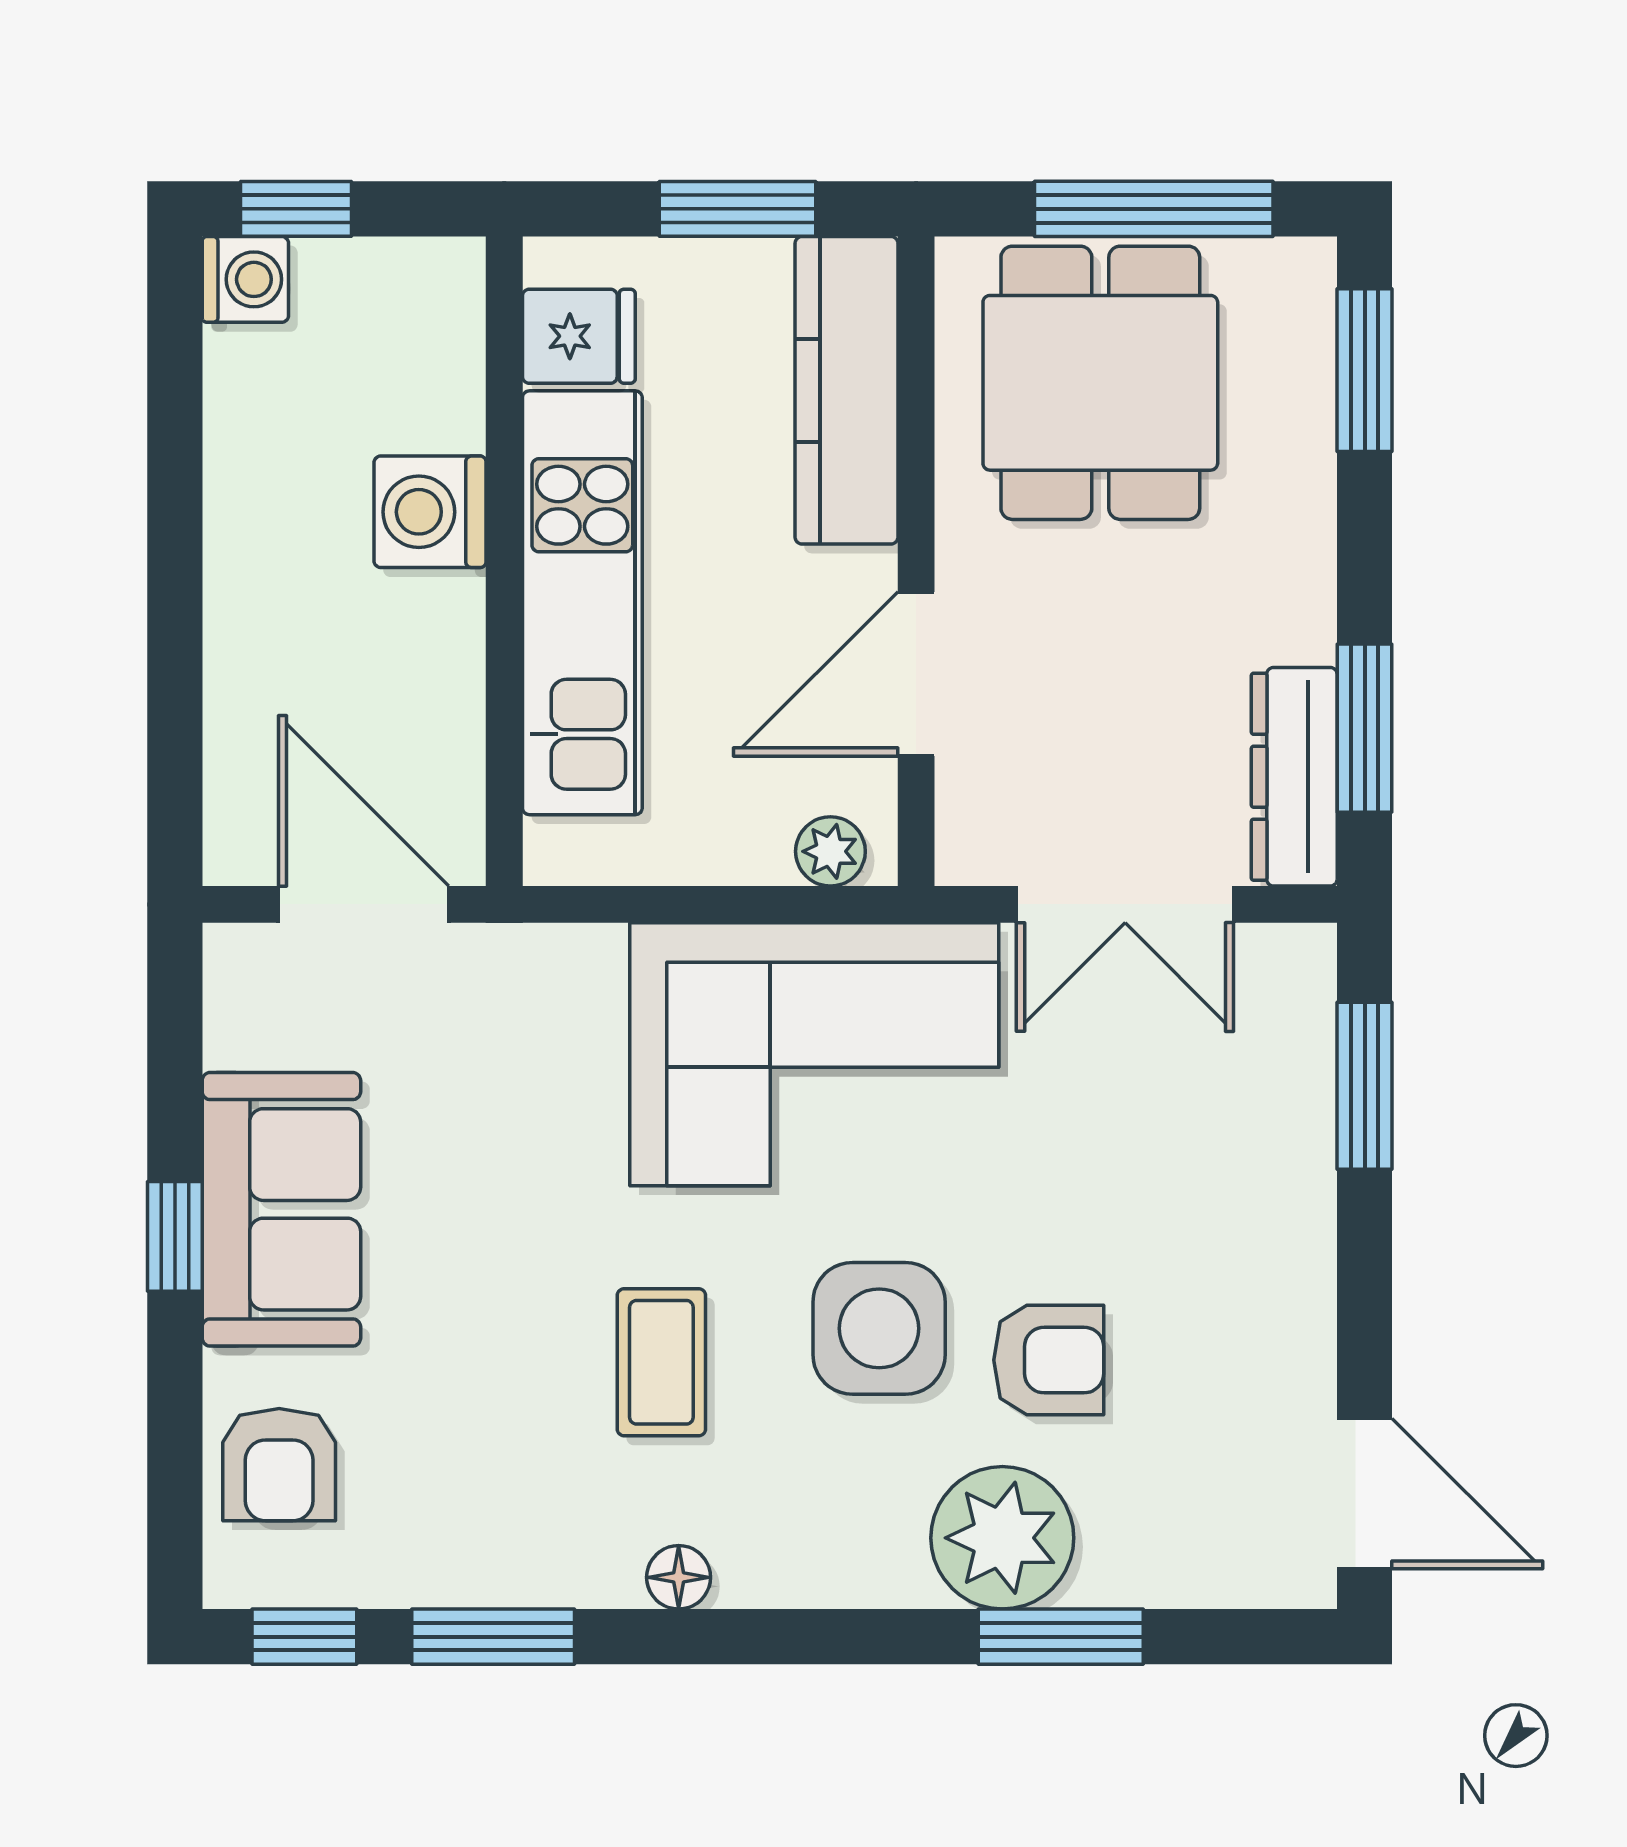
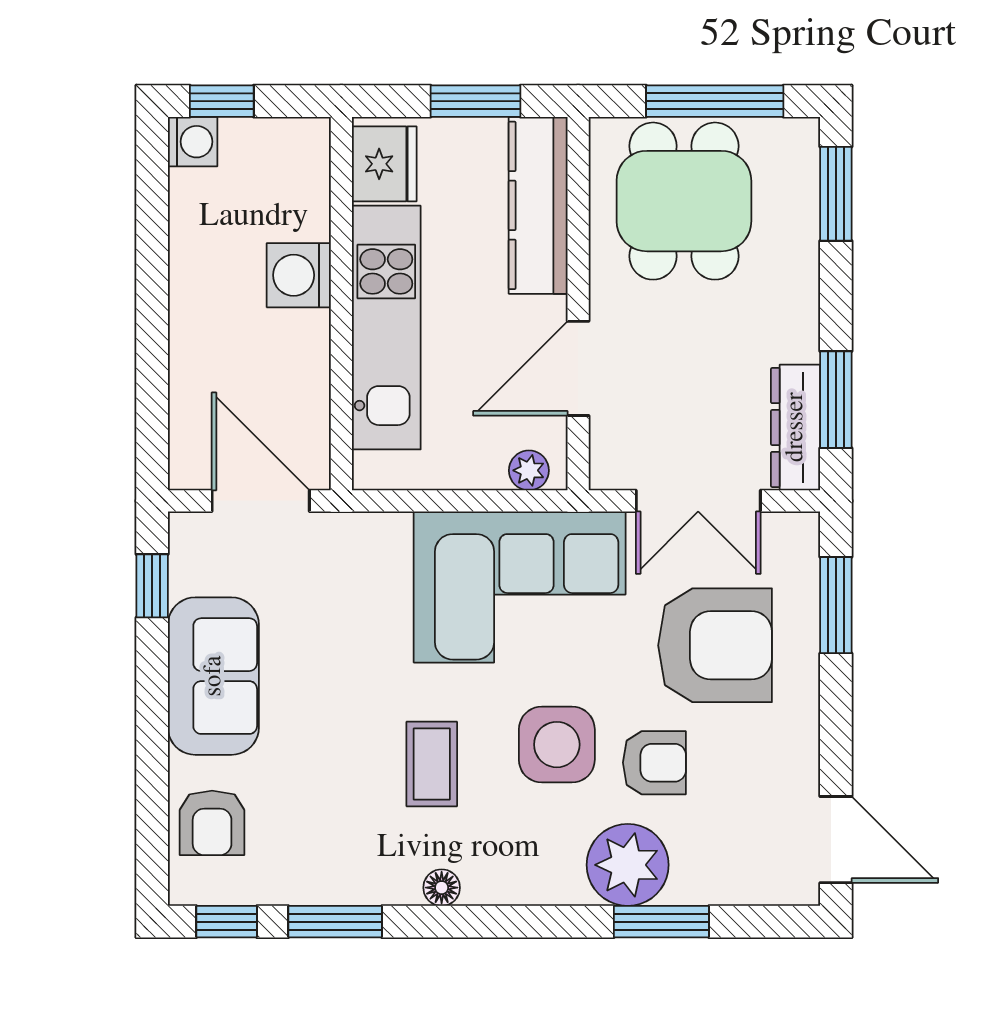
fridge: (579, 336) -> (384, 164), width x1.38
armchair: (1154, 1156) -> (715, 645), added
window: (175, 1236) -> (152, 586), moved

